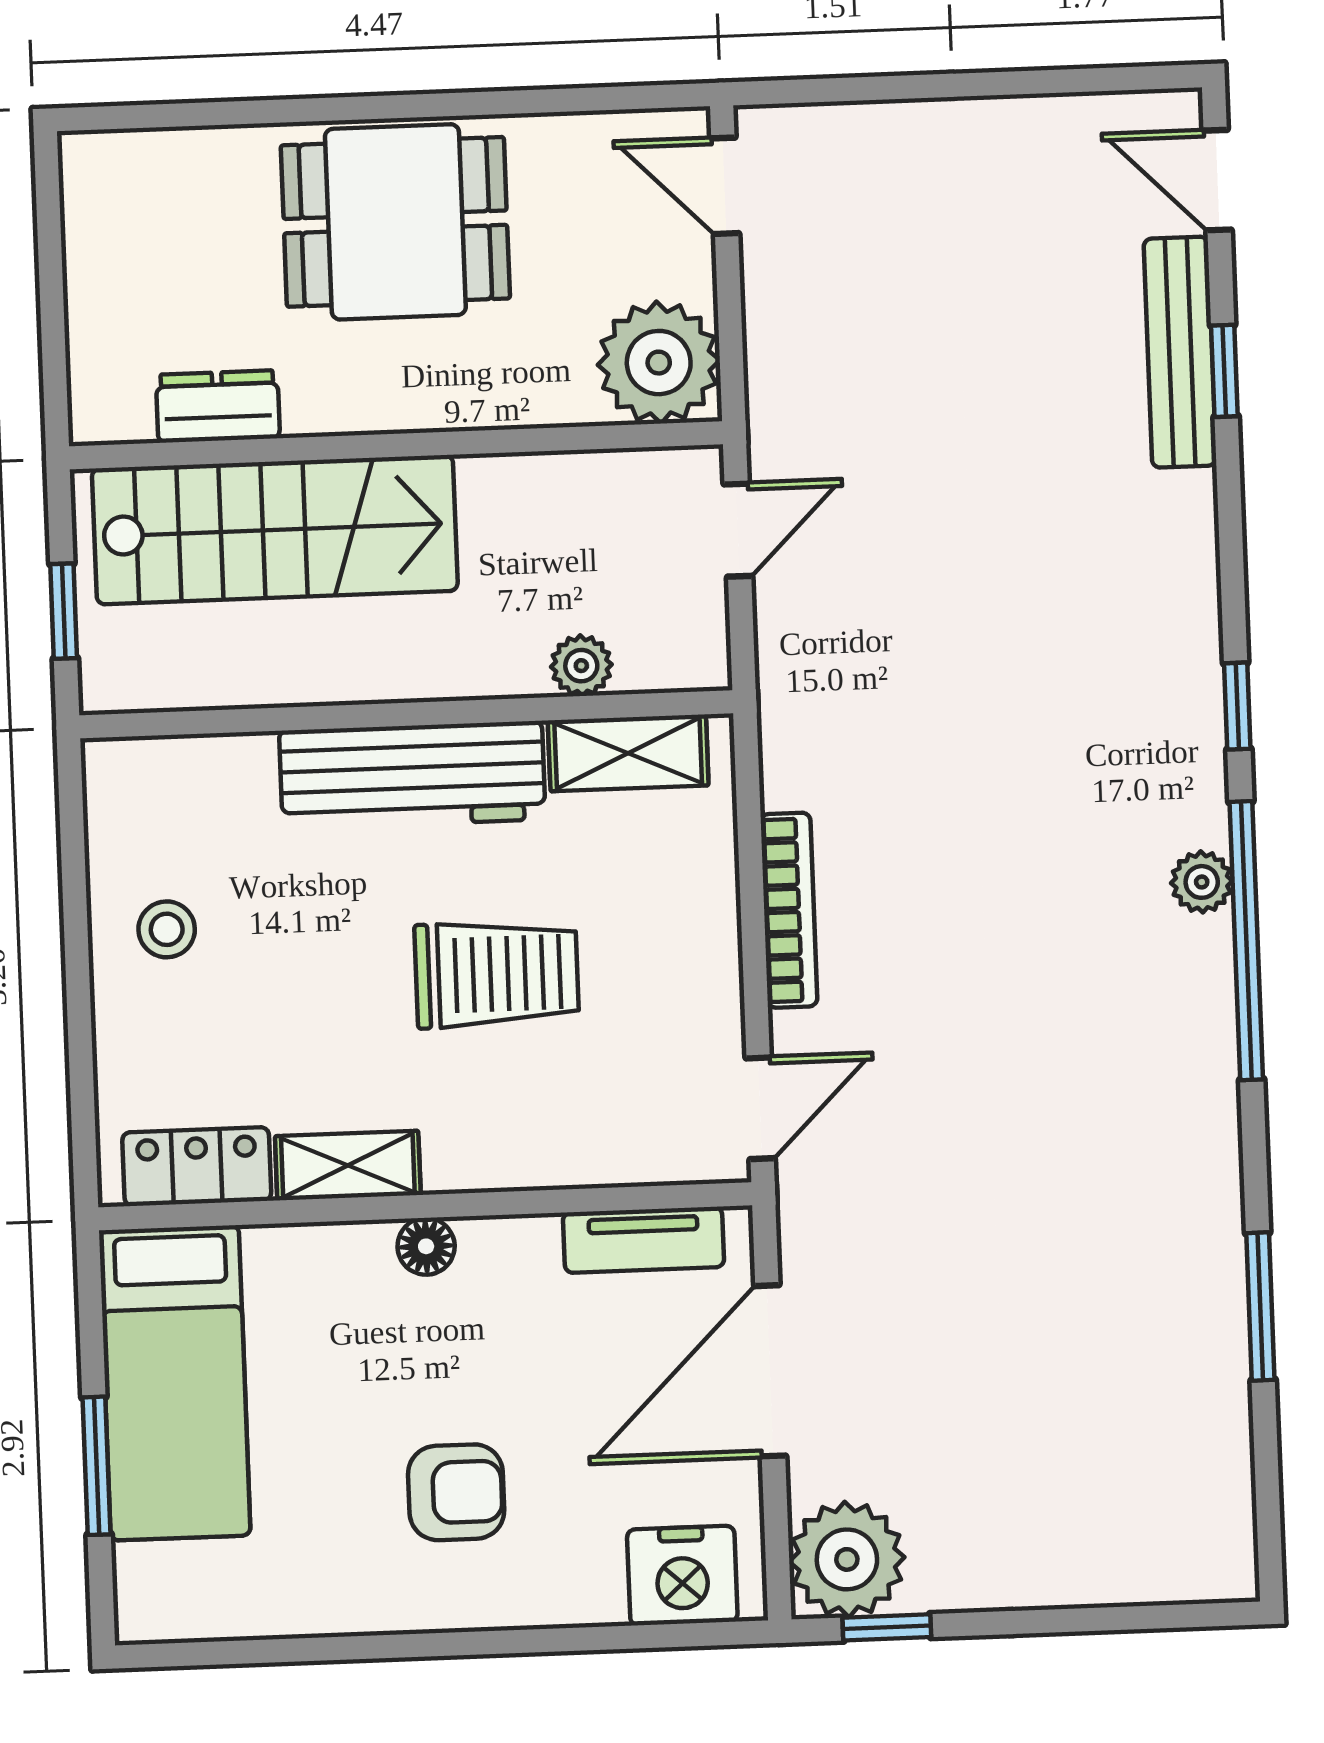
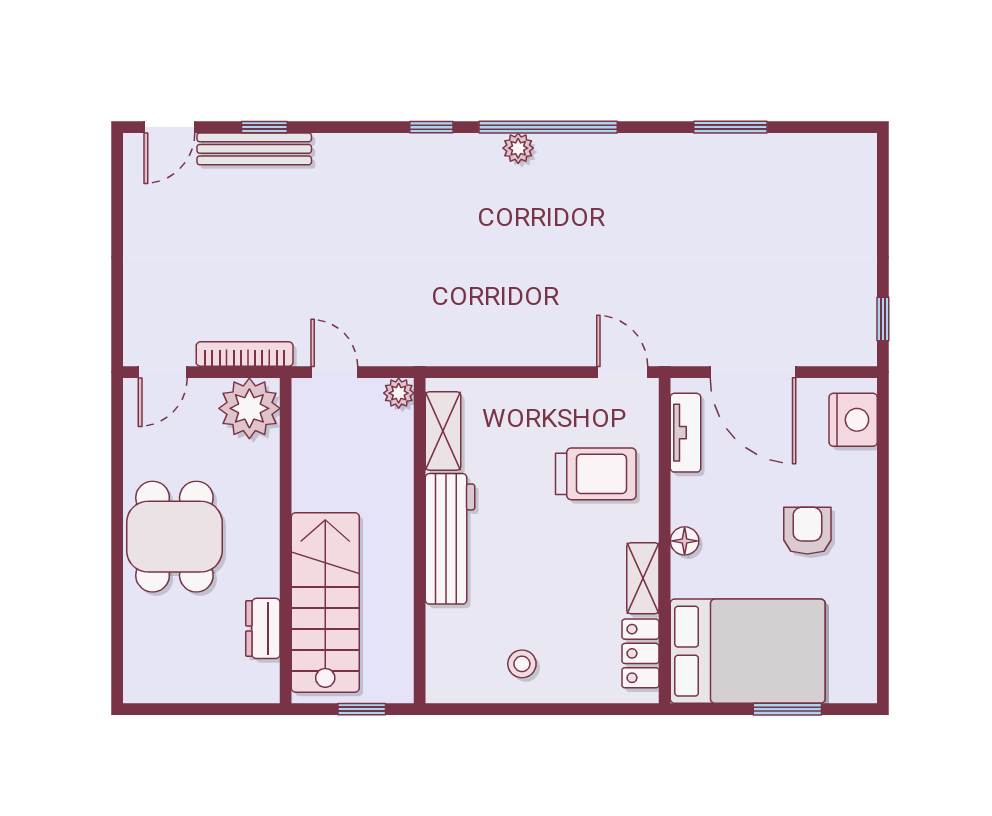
plant: (581, 666) -> (399, 393), moved
bookcase: (789, 910) -> (245, 354), moved
trolley: (497, 974) -> (596, 474), moved, turned 90
bed: (175, 1383) -> (748, 651), width x1.50
plant: (847, 1559) -> (848, 338), removed

